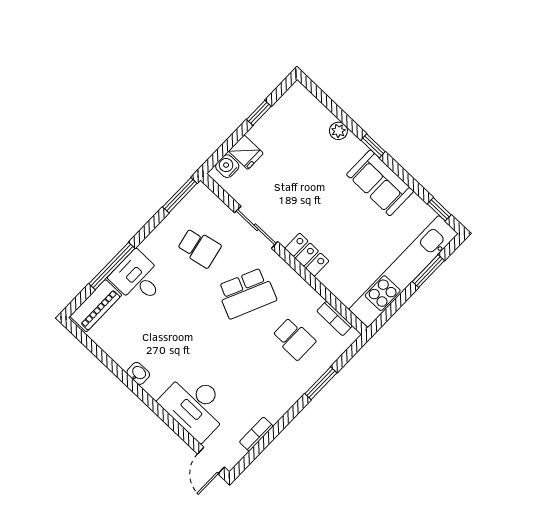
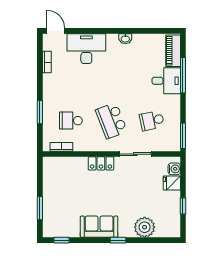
plant: (338, 131) -> (145, 227), width x1.87, depth x1.87
kitchen unit: (403, 271) -> (51, 197), removed
school desk: (247, 293) -> (111, 121), turned -45

